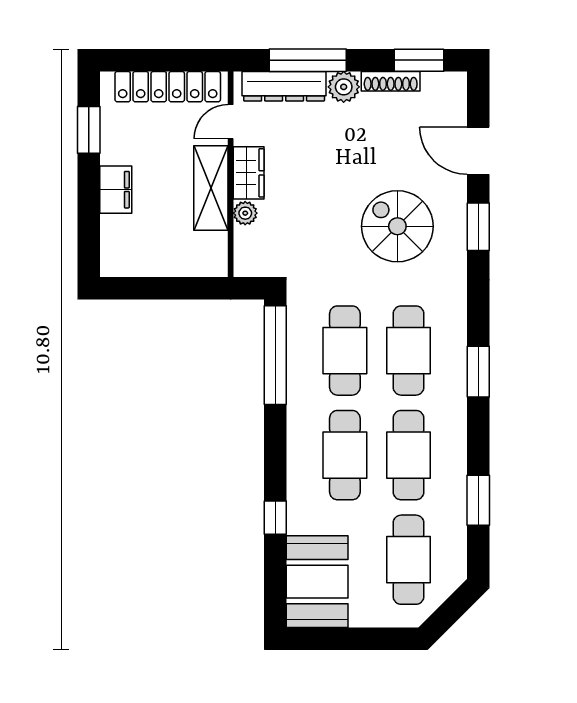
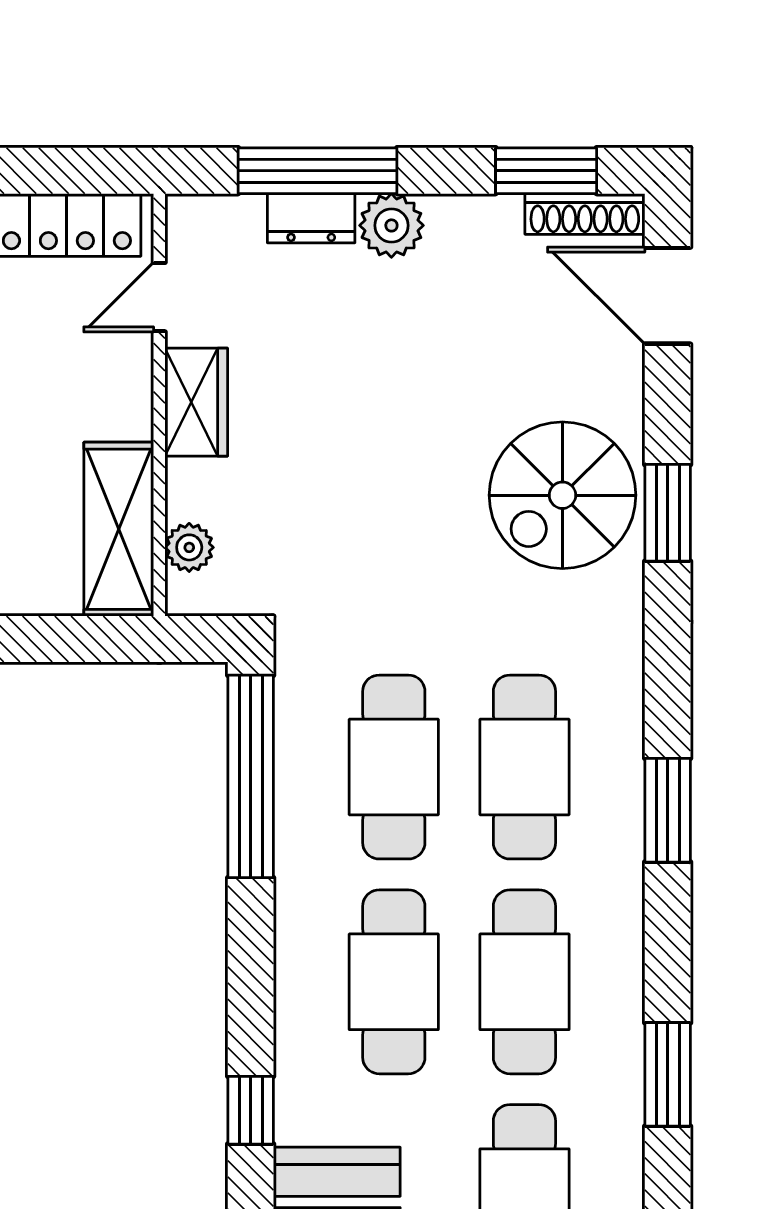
shoe rack: (391, 81) -> (585, 214), moved
dresser: (284, 86) -> (311, 218), width x0.51, depth x0.80
door: (478, 151) -> (668, 296), moved
shelving: (211, 188) -> (119, 529), moved
plant: (245, 213) -> (189, 547), moved
spiral stairs: (397, 226) -> (562, 495), moved, turned -90

